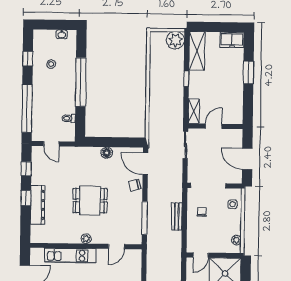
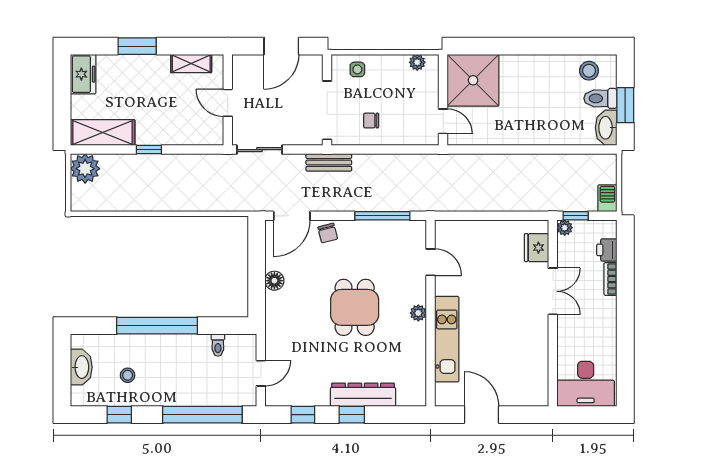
washbasin: (62, 34) -> (81, 367), width x1.91, depth x1.45
shelving: (194, 111) -> (191, 64), moved
bench: (177, 216) -> (329, 162), moved

